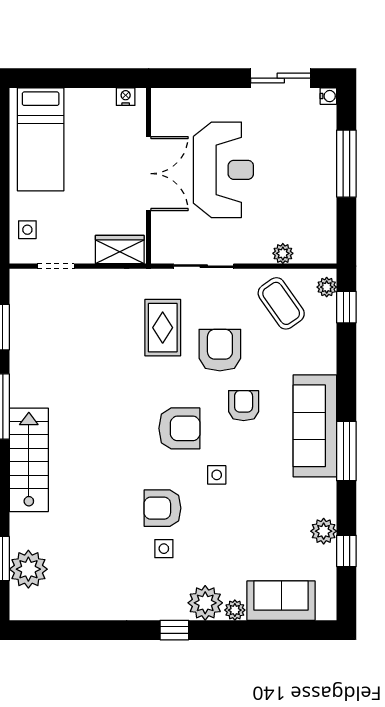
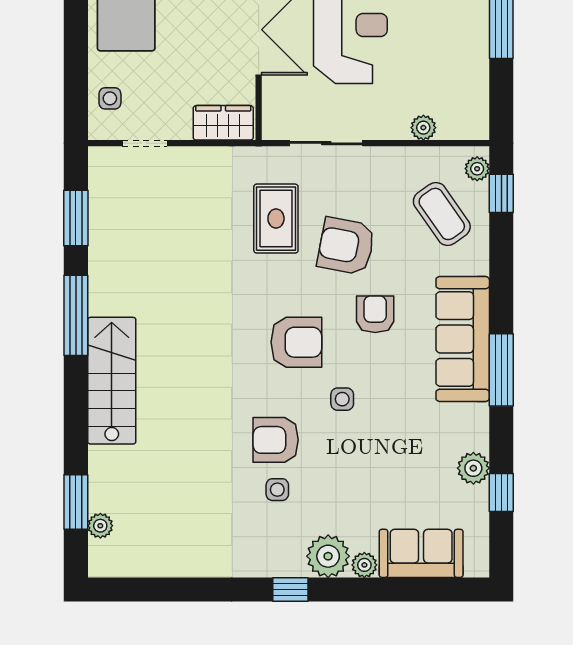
coffee table: (281, 303) -> (442, 214), moved
armchair: (220, 350) -> (346, 246), turned -79
plant: (28, 569) -> (100, 526), width x0.53, depth x0.53

